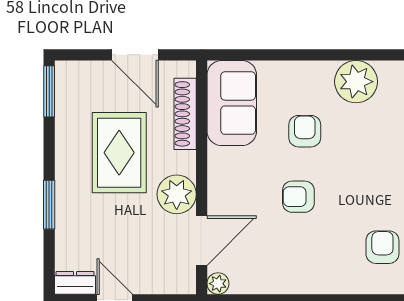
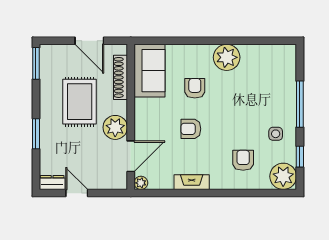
fireplace: (300, 282) -> (192, 182), added

